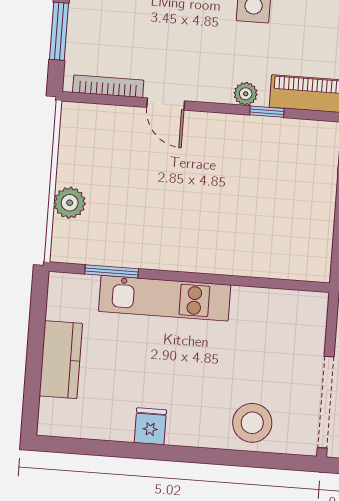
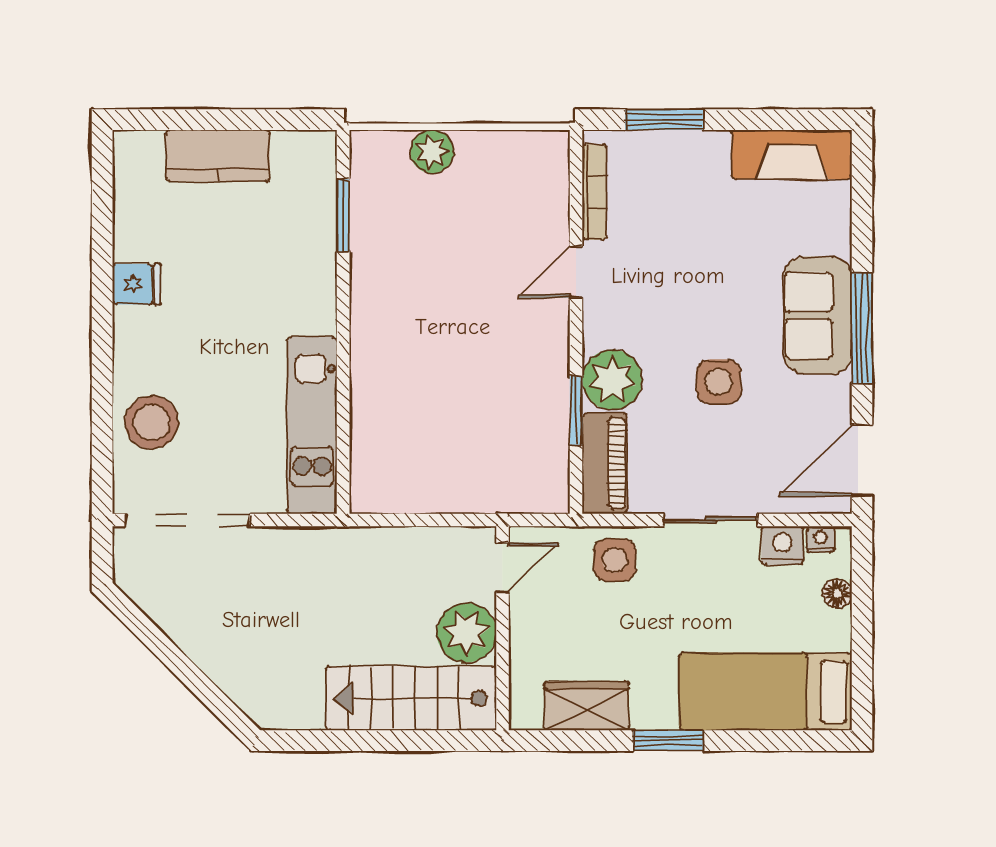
plant: (246, 94) -> (612, 380), width x1.88, depth x1.88
window: (267, 112) -> (576, 410), width x1.50
kitchen unit: (165, 298) -> (312, 425), moved

